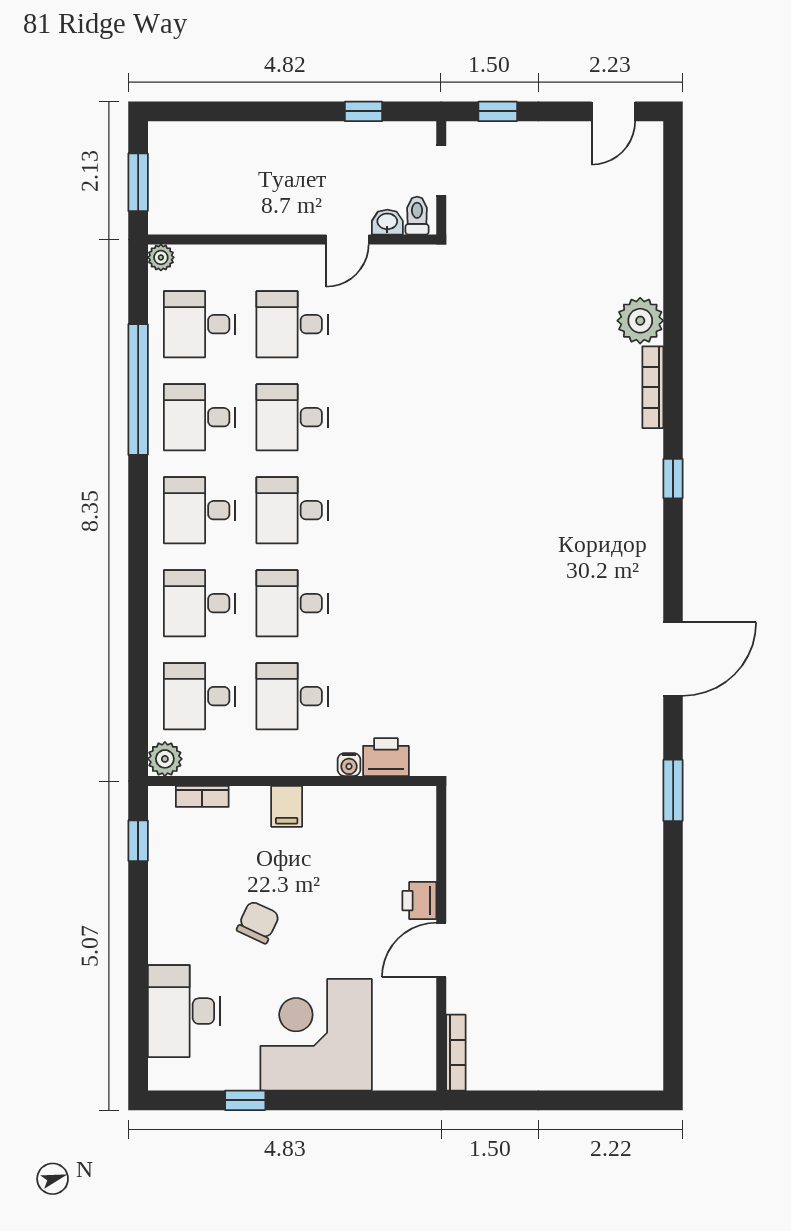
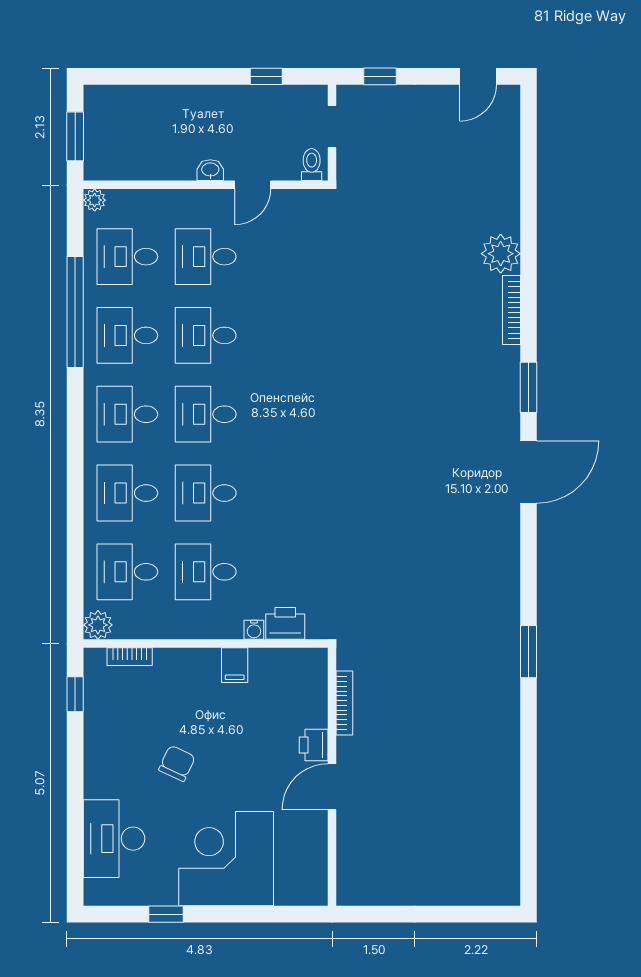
washbasin: (387, 222) -> (210, 170), moved
window: (673, 479) -> (529, 387), width x1.50
door: (673, 659) -> (529, 472), moved
filing cabinet: (287, 806) -> (235, 665), moved
bookcase: (456, 1053) -> (344, 703), moved

